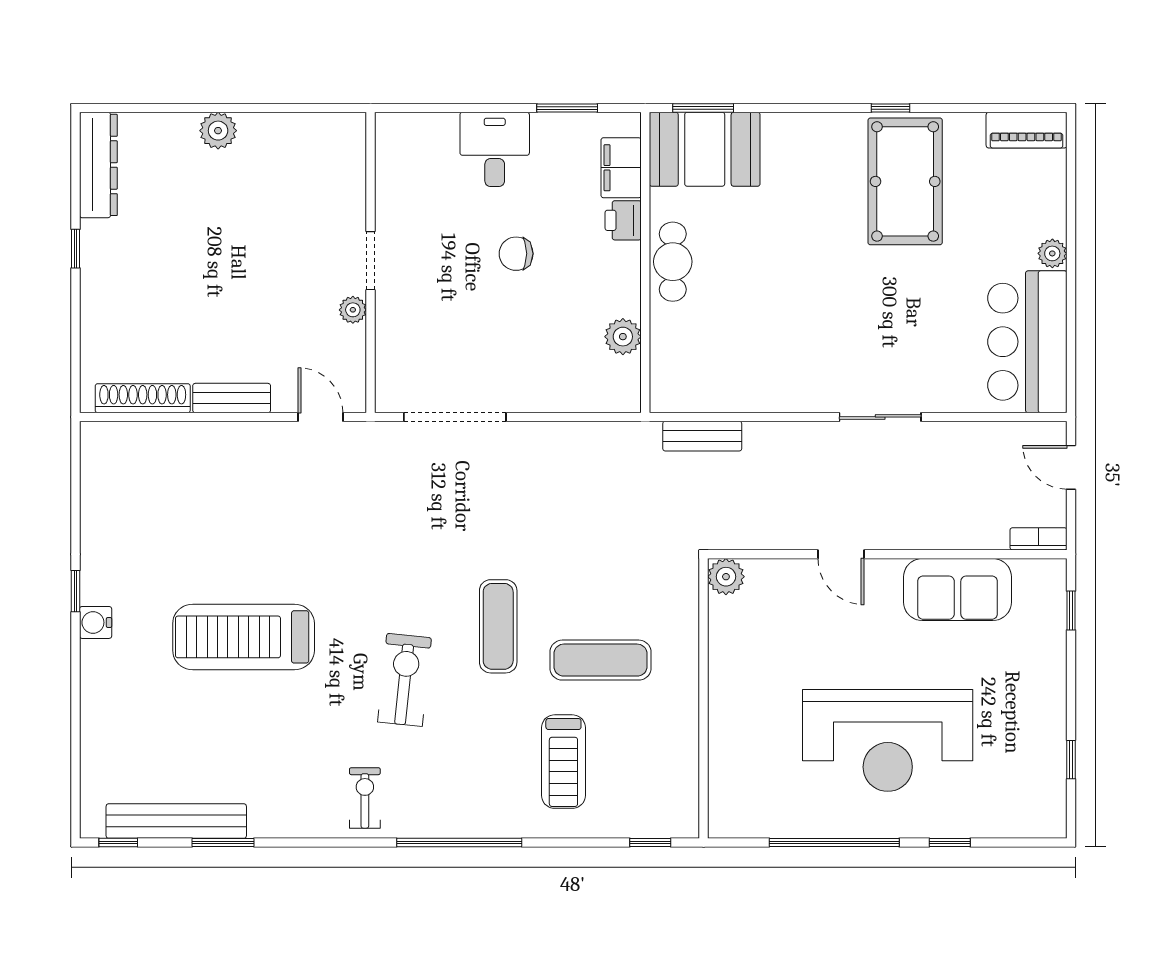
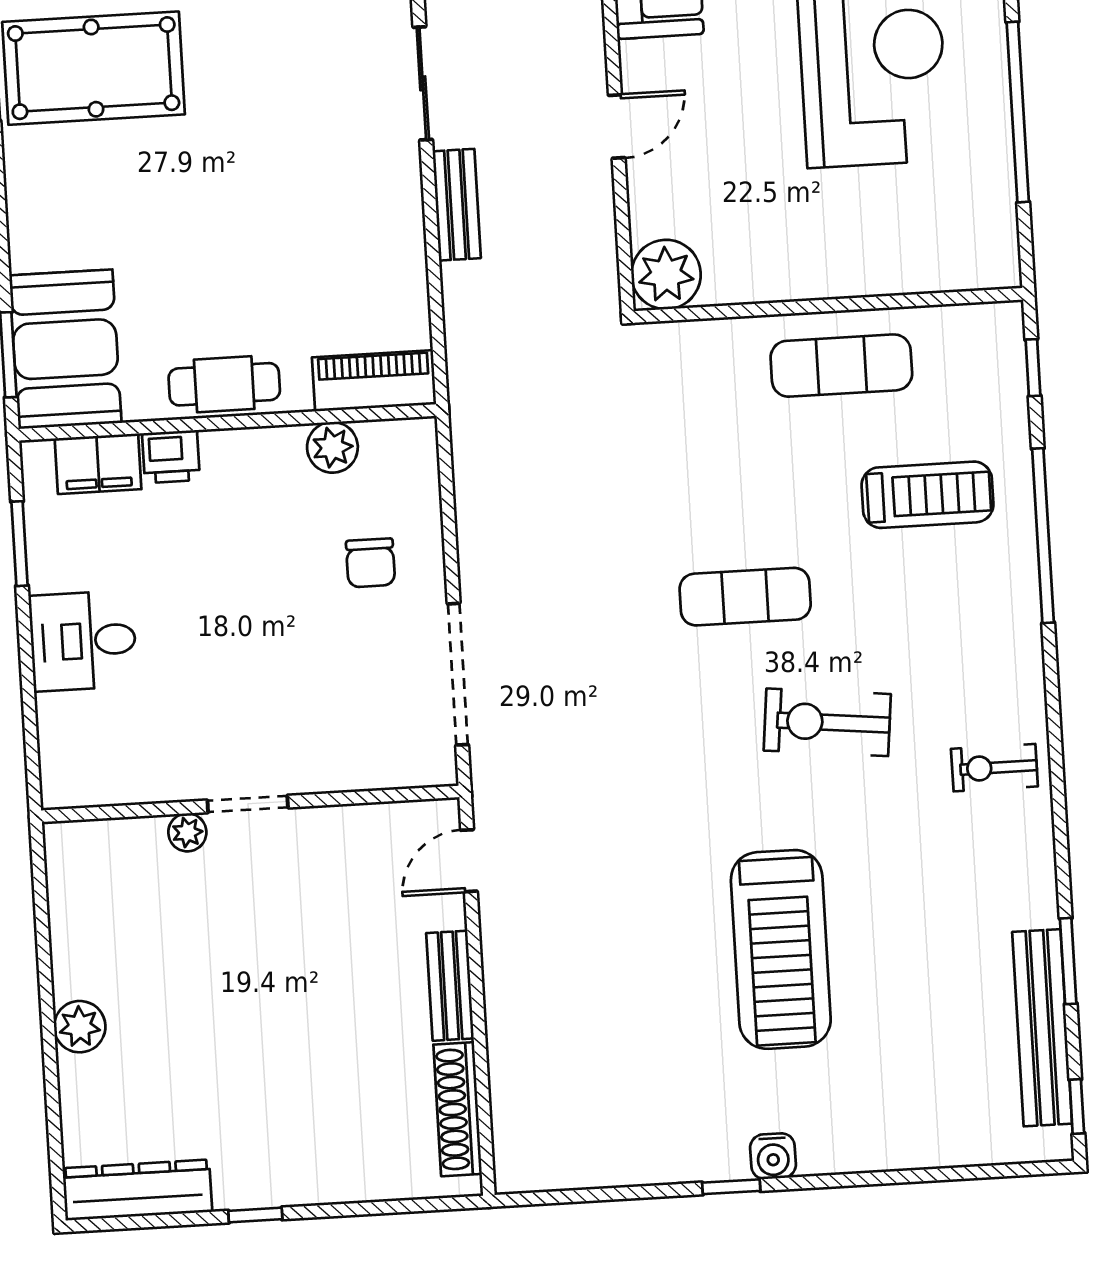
chair: (516, 254) -> (370, 563), moved
plant: (353, 310) -> (187, 832), moved
piano: (669, 369) -> (374, 381), added
bench: (702, 436) -> (457, 205), moved
plant: (726, 577) -> (666, 275), width x1.36, depth x1.36
exercise mat: (600, 660) -> (841, 366), moved, turned 90
window: (459, 843) -> (1043, 536), moved

